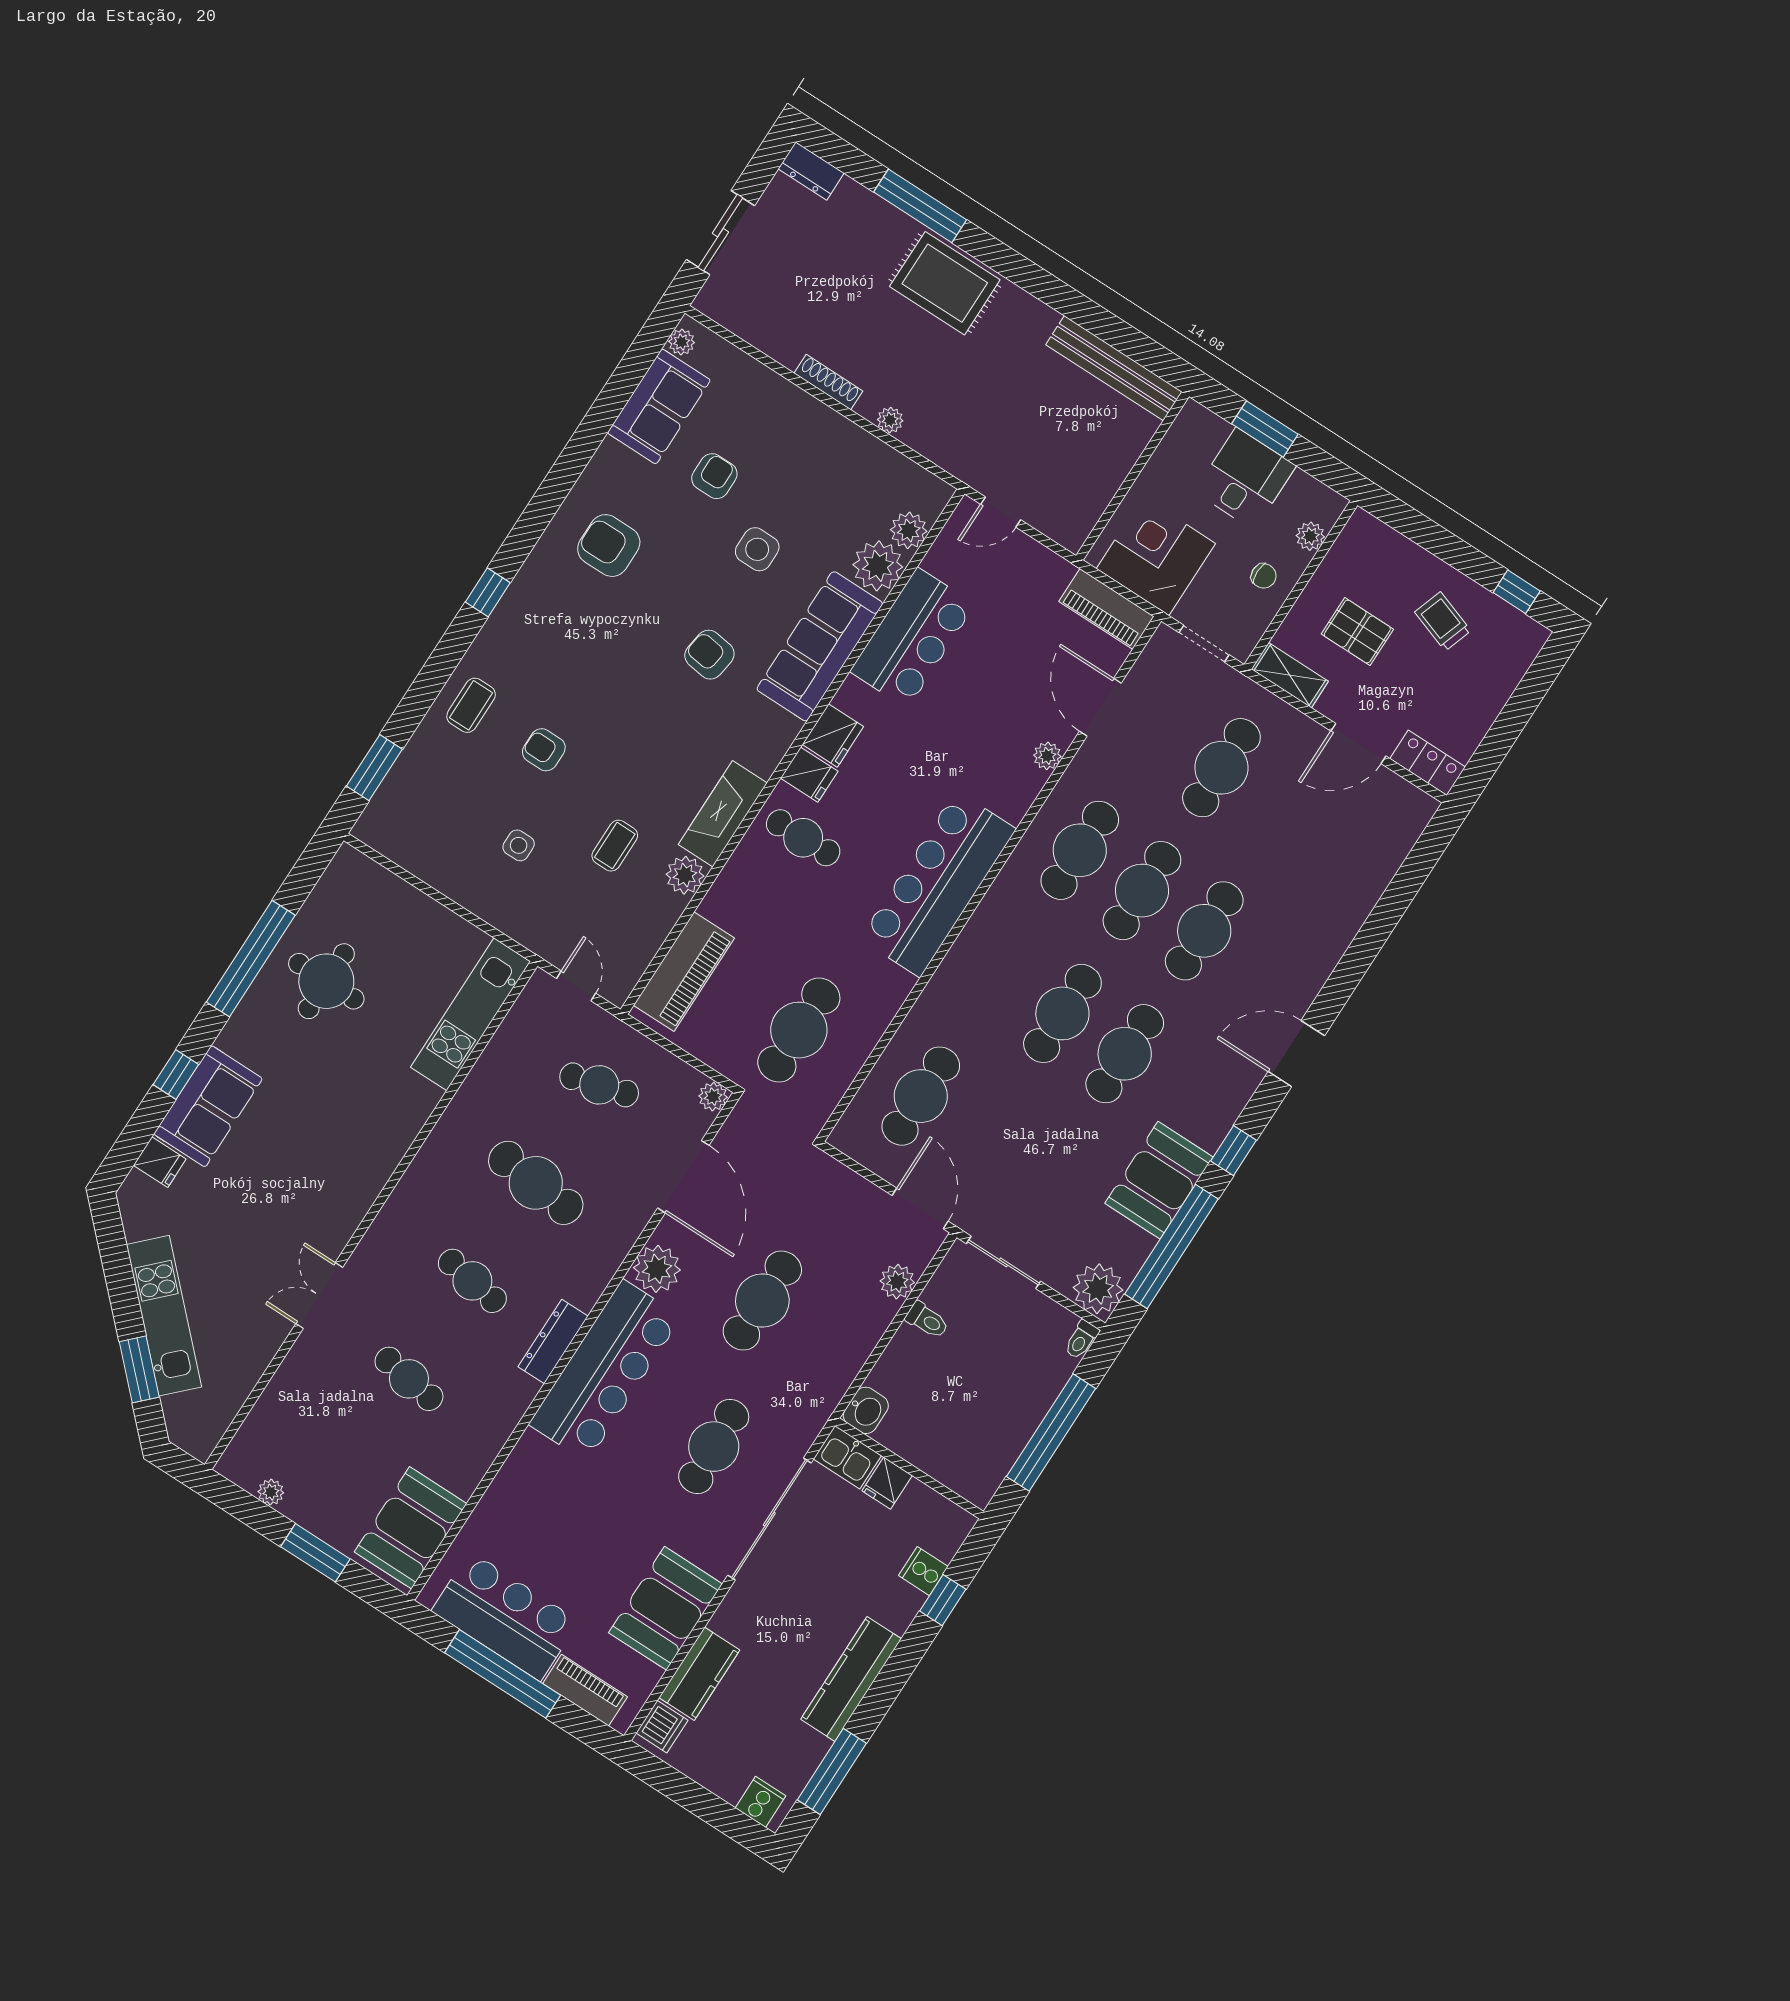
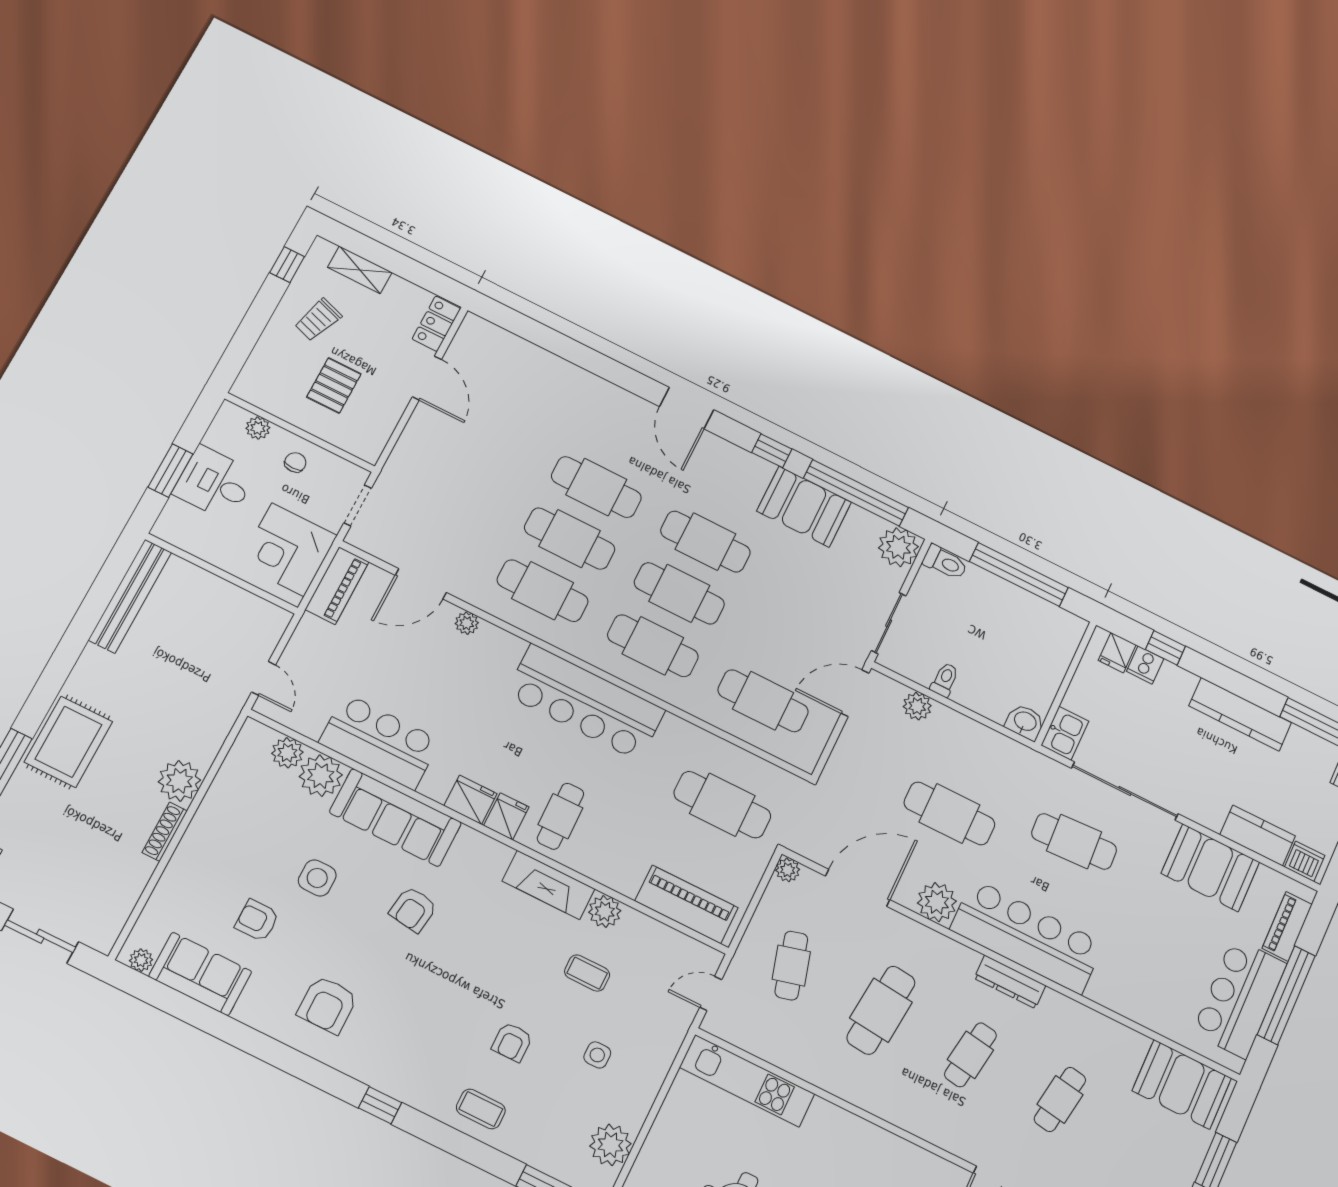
plant: (890, 420) -> (179, 781), width x1.88, depth x1.88
shelving: (1290, 675) -> (360, 270), moved, turned 90
cafe table: (1221, 768) -> (653, 646), moved
plant: (414, 847) -> (610, 1145), added
toilet: (1081, 1340) -> (945, 562), width x1.37, depth x1.39
fridge: (887, 1483) -> (1117, 653), moved, turned 90

